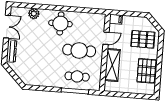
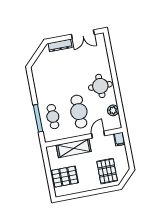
plant: (34, 14) -> (113, 110), moved
door: (106, 38) -> (98, 135), swing flipped
pallet: (146, 71) -> (65, 177), moved

